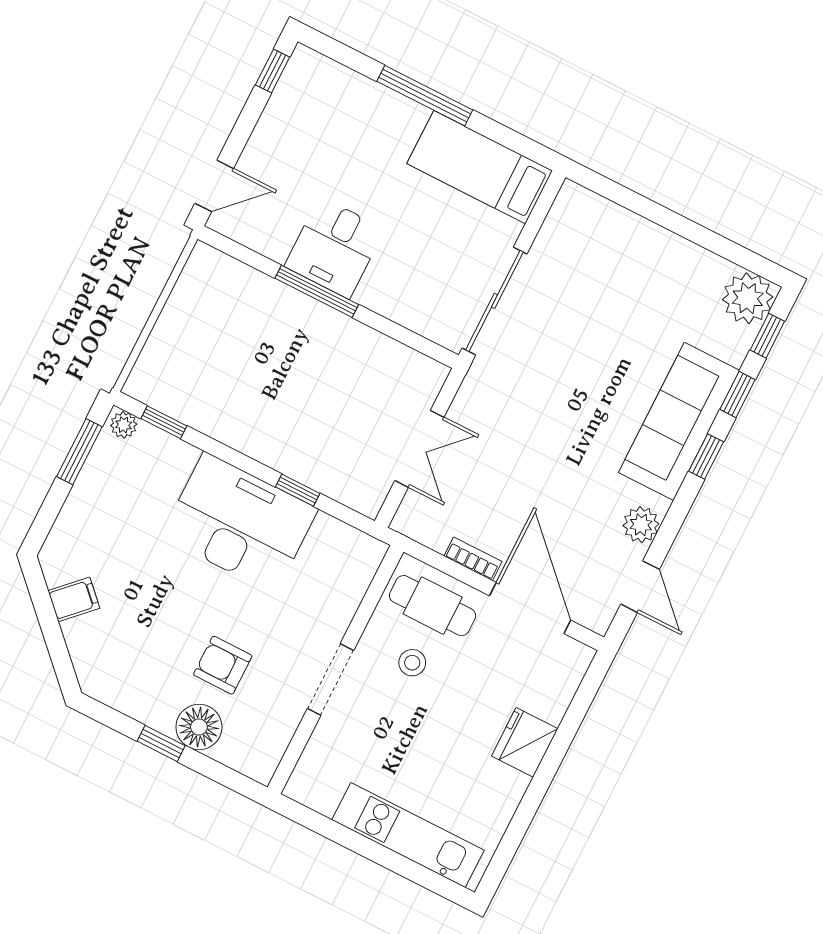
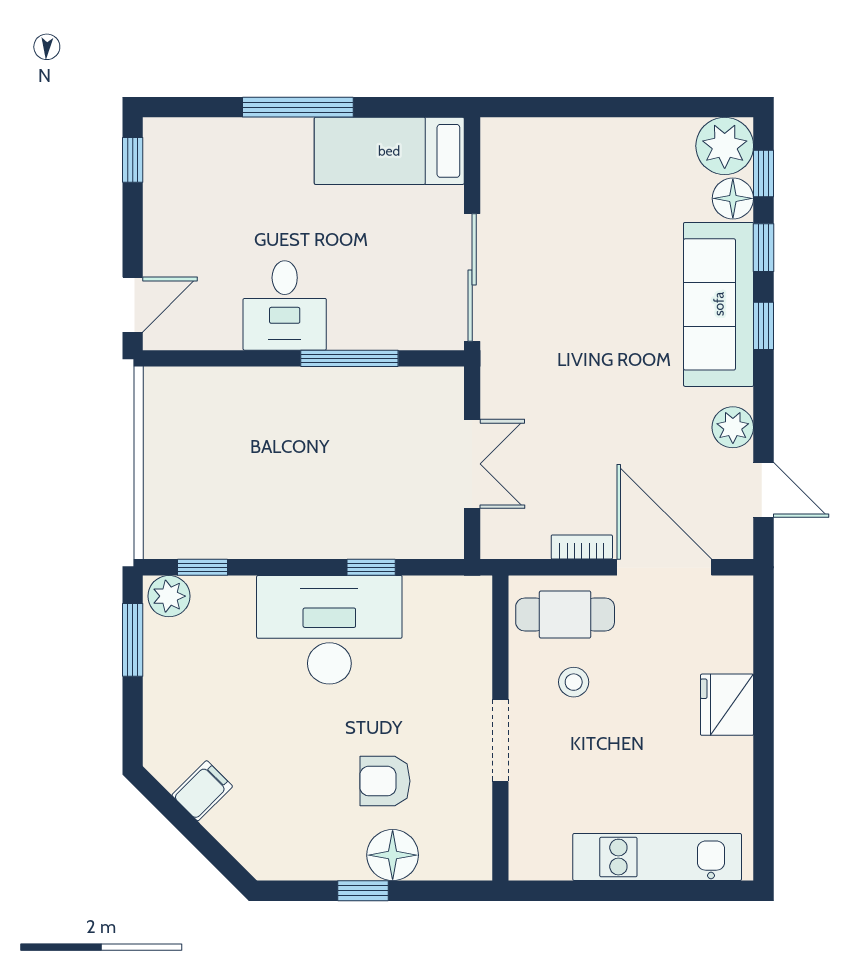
window: (317, 291) -> (349, 358), moved
floor lamp: (733, 343) -> (733, 198), added
plant: (124, 425) -> (169, 596), width x1.38, depth x1.38

